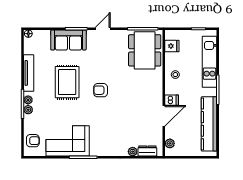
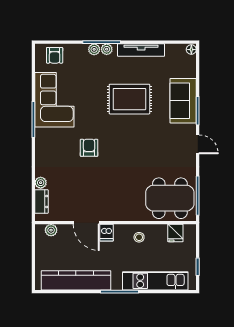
armchair: (101, 90) -> (89, 148), moved

